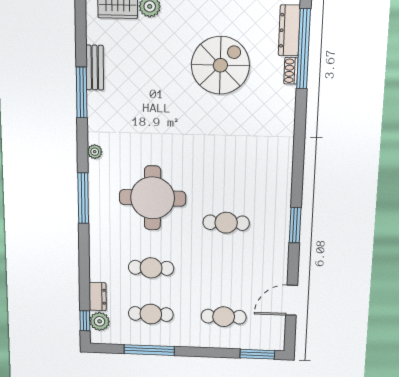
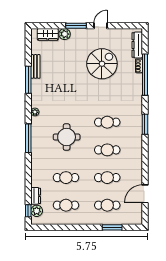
window: (303, 49) -> (145, 75), moved
cafe table: (227, 174) -> (107, 122), added
round table: (153, 198) -> (67, 137), width x0.73, depth x0.73
window: (295, 225) -> (145, 124), moved
cafe table: (225, 270) -> (107, 178), added
window: (149, 350) -> (65, 227), removed
window: (257, 354) -> (112, 227), moved

